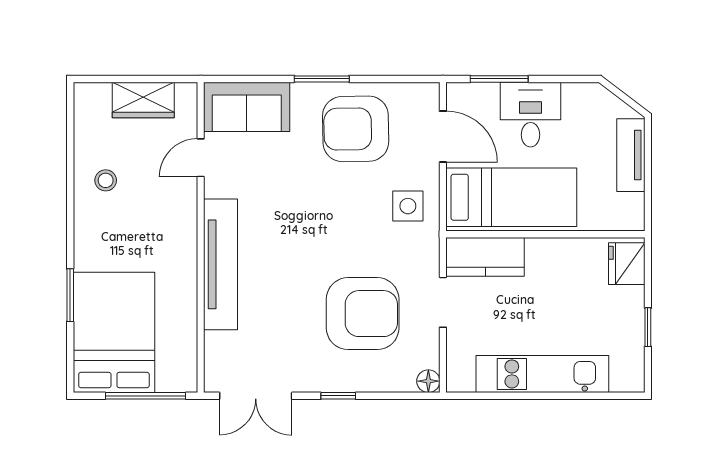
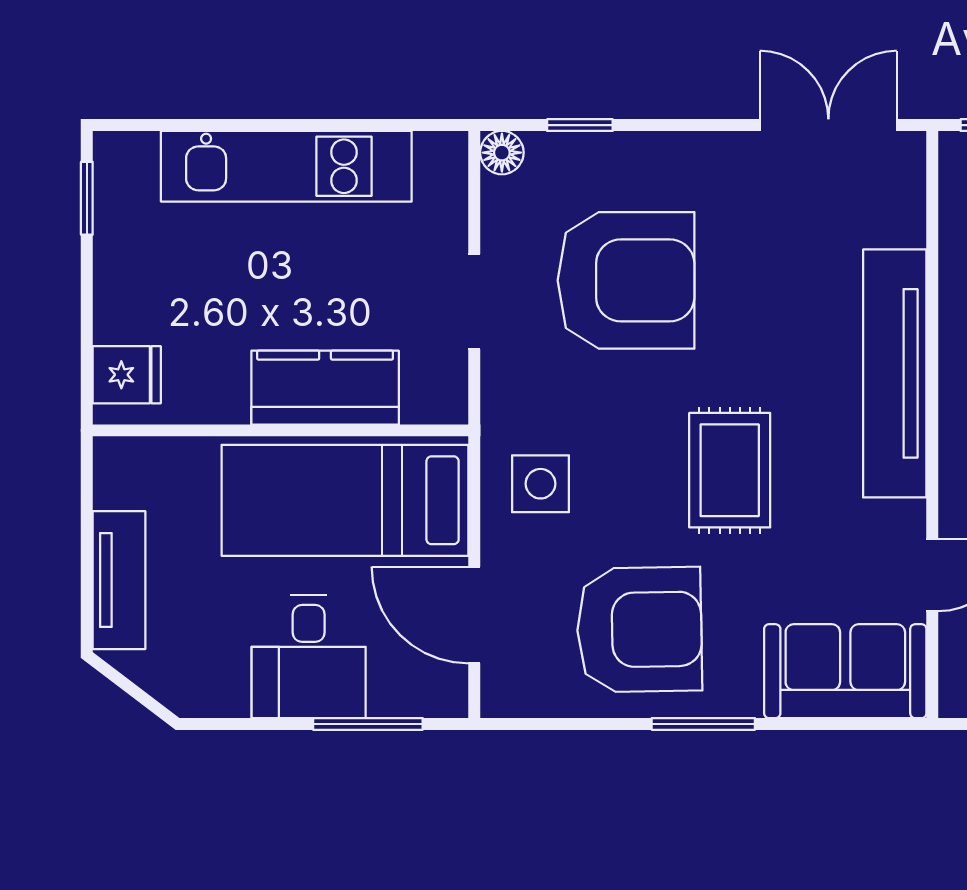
rug: (308, 213) -> (730, 470), added
kitchen counter: (485, 257) -> (325, 388), moved
fridge: (627, 264) -> (127, 375), width x0.72
armchair: (363, 314) -> (626, 280), turned 180
window: (648, 327) -> (87, 198), moved
window: (338, 396) -> (580, 125), moved

